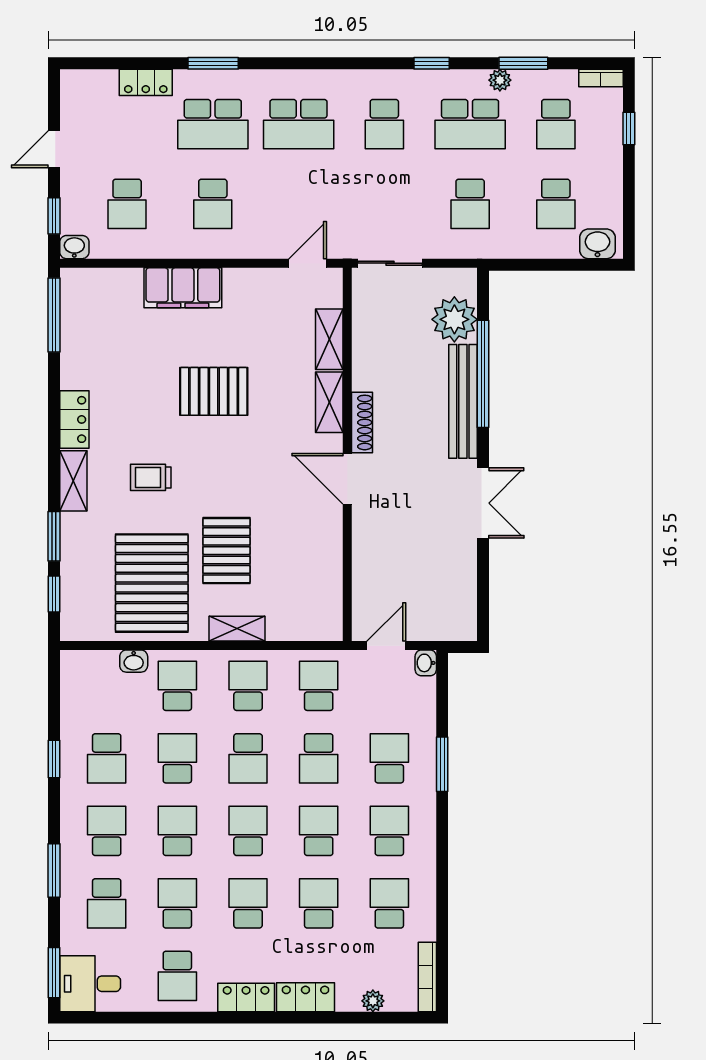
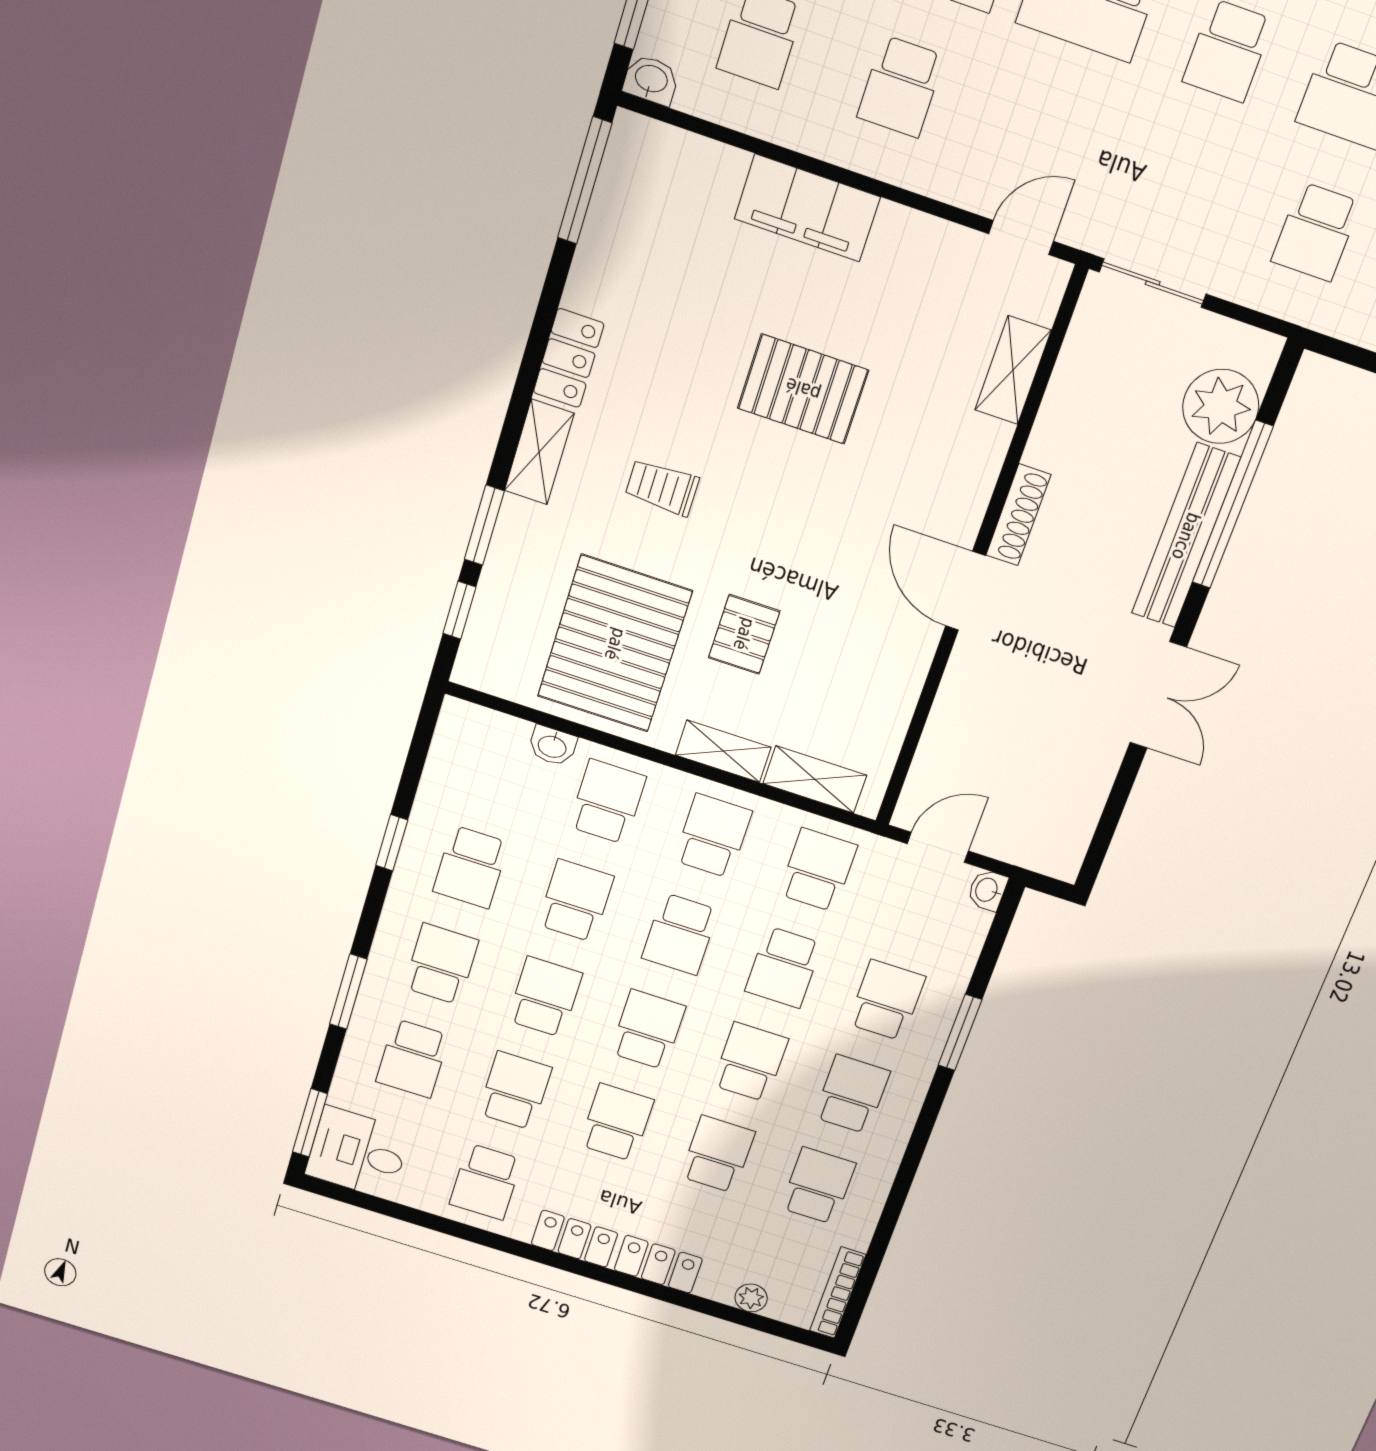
shelving: (329, 402) -> (815, 779), moved, turned 90
pallet: (226, 551) -> (744, 634), width x0.67, depth x0.71

